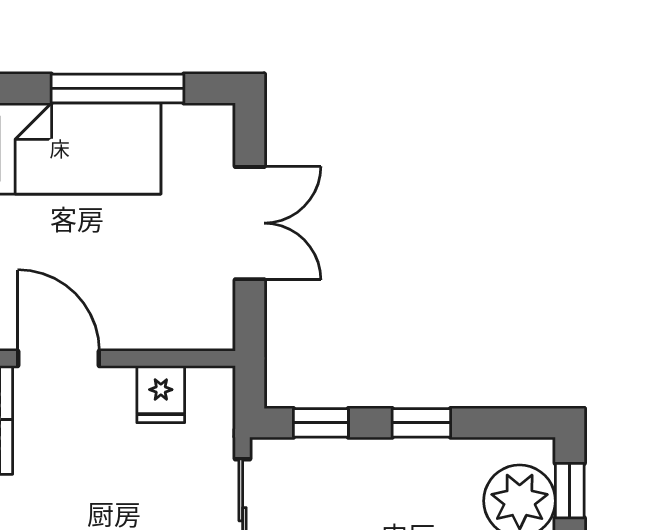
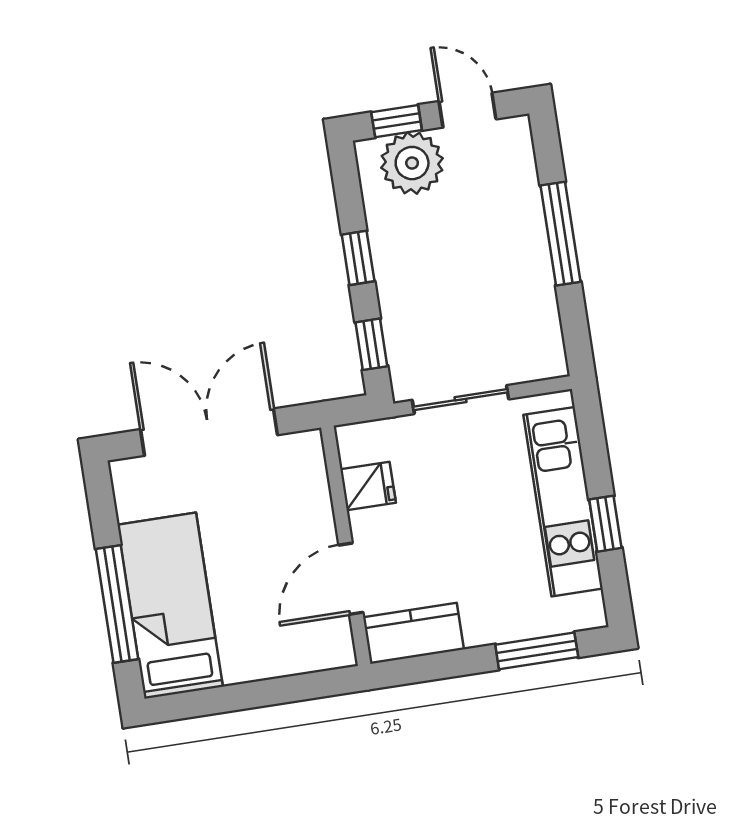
window: (117, 88) -> (117, 604), moved
double door: (250, 223) -> (209, 432), width x1.37

